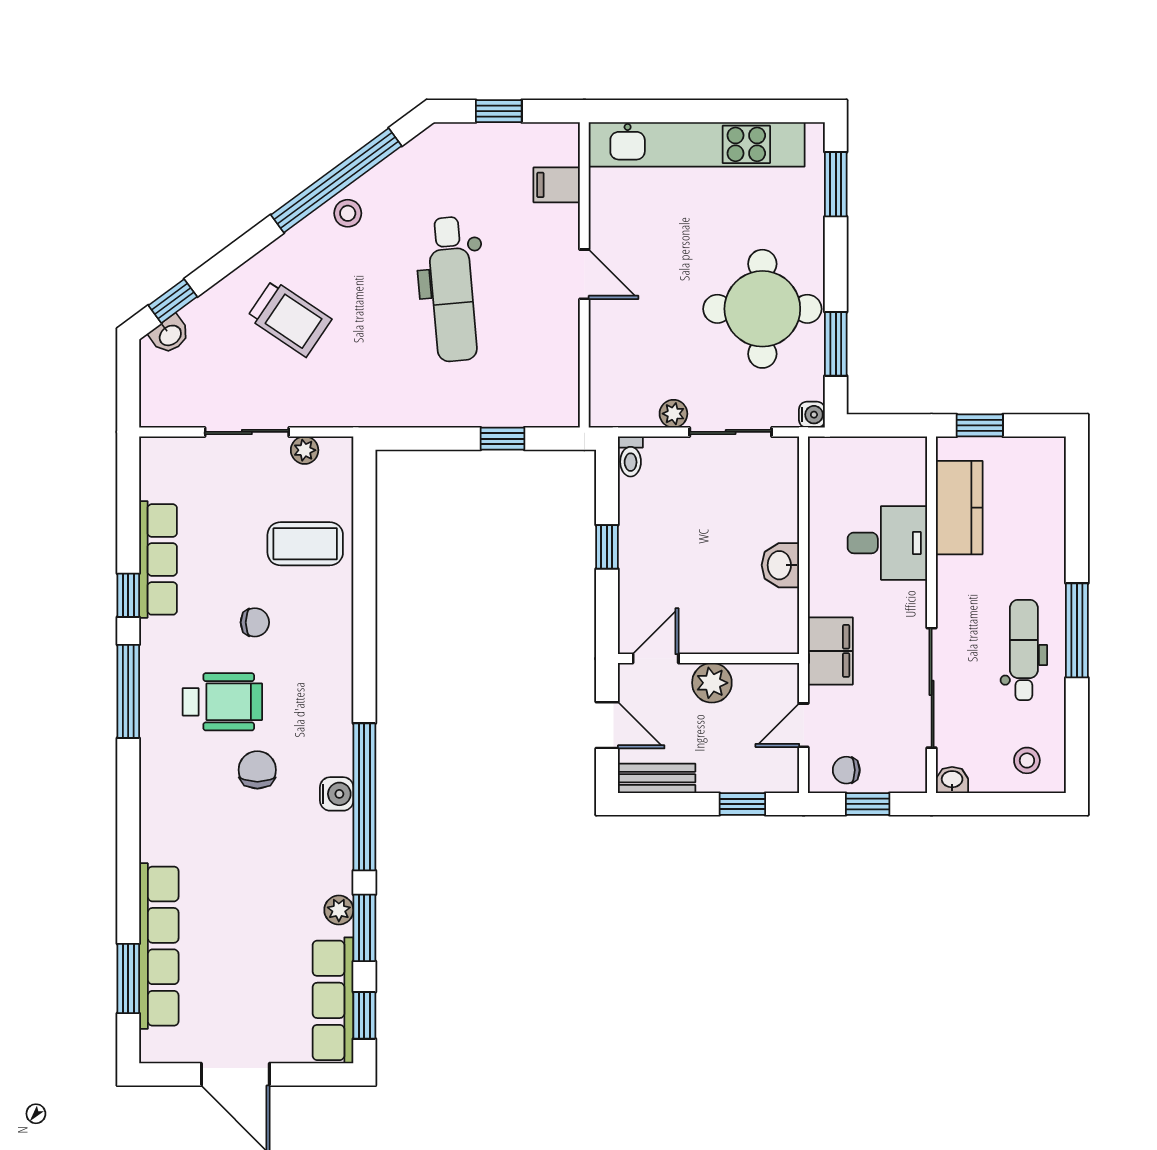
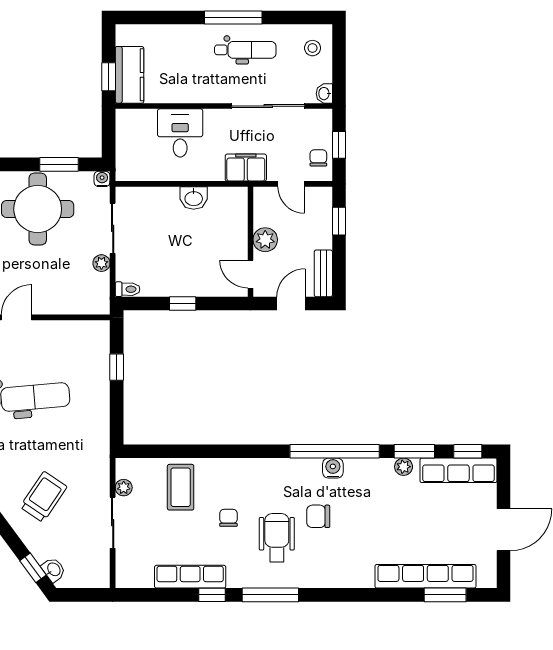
kitchen counter: (959, 508) -> (129, 75), moved, turned 90
dental chair: (1024, 650) -> (245, 50), turned 180
chair: (846, 770) -> (318, 158), turned 180

